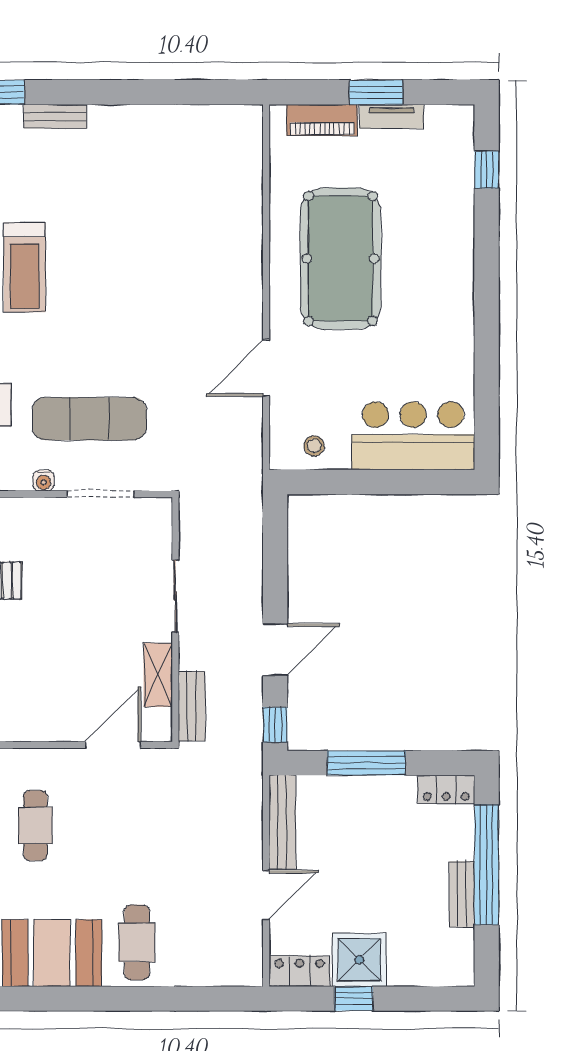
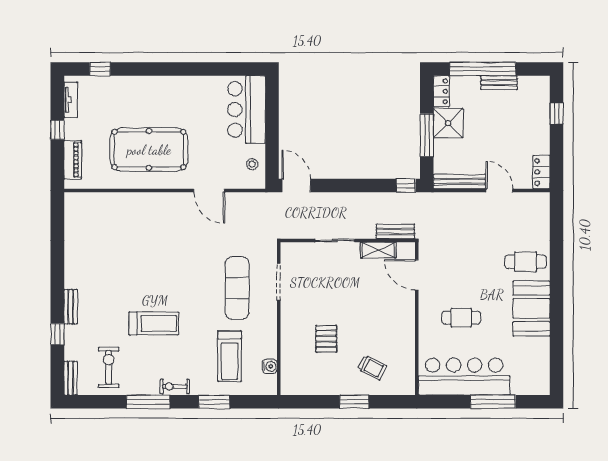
window: (376, 92) -> (57, 130), width x0.67
tv unit: (392, 116) -> (71, 100), moved
water cooler: (44, 481) -> (271, 313), removed
door: (275, 650) -> (296, 186), moved
shower: (359, 960) -> (448, 123), moved
window: (354, 999) -> (557, 114), moved

